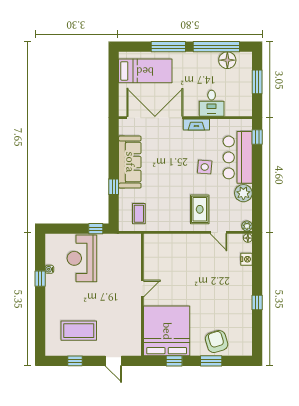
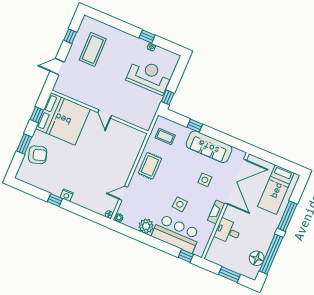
side table: (167, 151) -> (205, 180), added
rug: (200, 209) -> (150, 166), moved, turned 90
nightstand: (247, 259) -> (67, 195), moved

